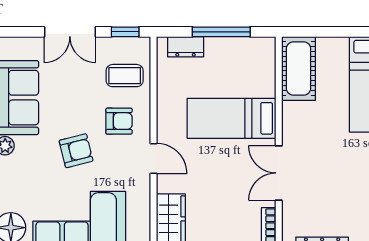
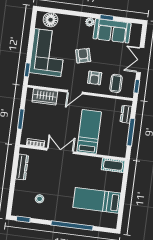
cot: (298, 68) -> (113, 165), width x0.73, depth x0.75
armchair: (76, 151) -> (83, 56), turned 180

